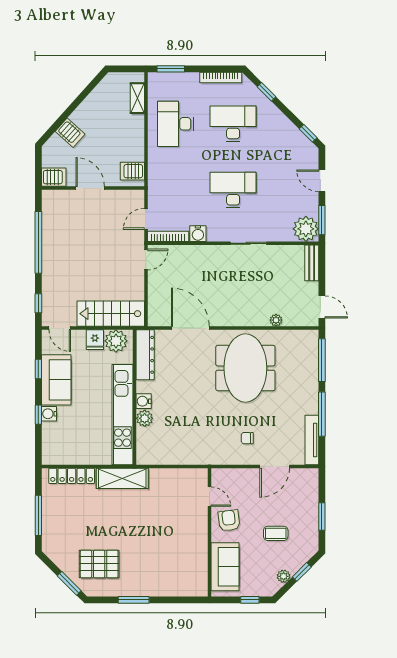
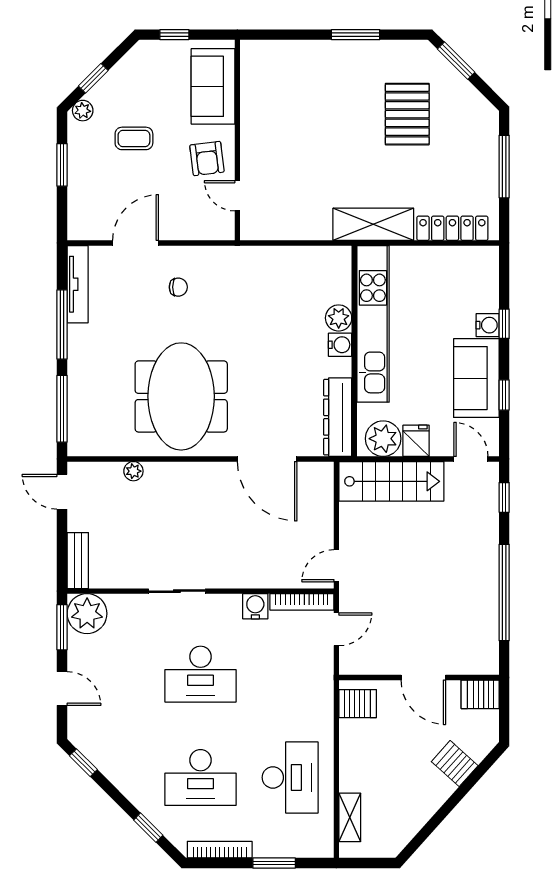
window: (171, 69) -> (274, 863), moved
pallet: (99, 564) -> (407, 114), moved, turned 90
plant: (284, 576) -> (83, 111), moved

